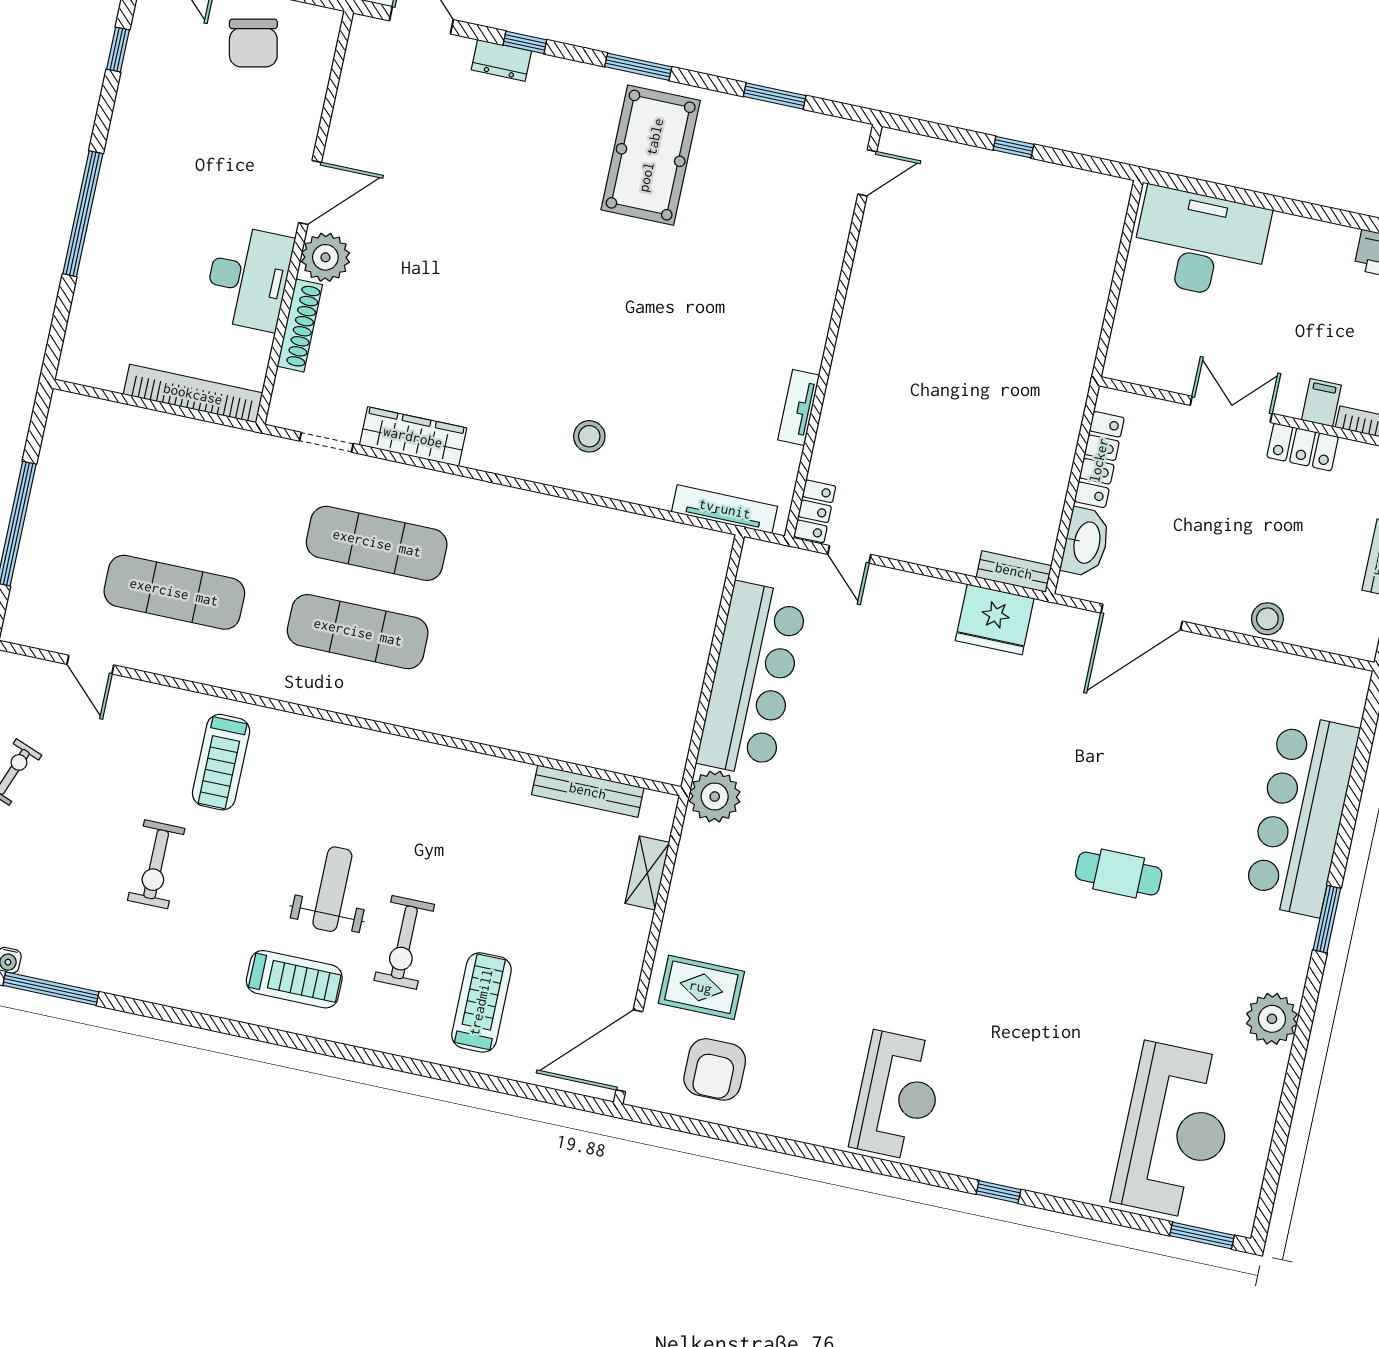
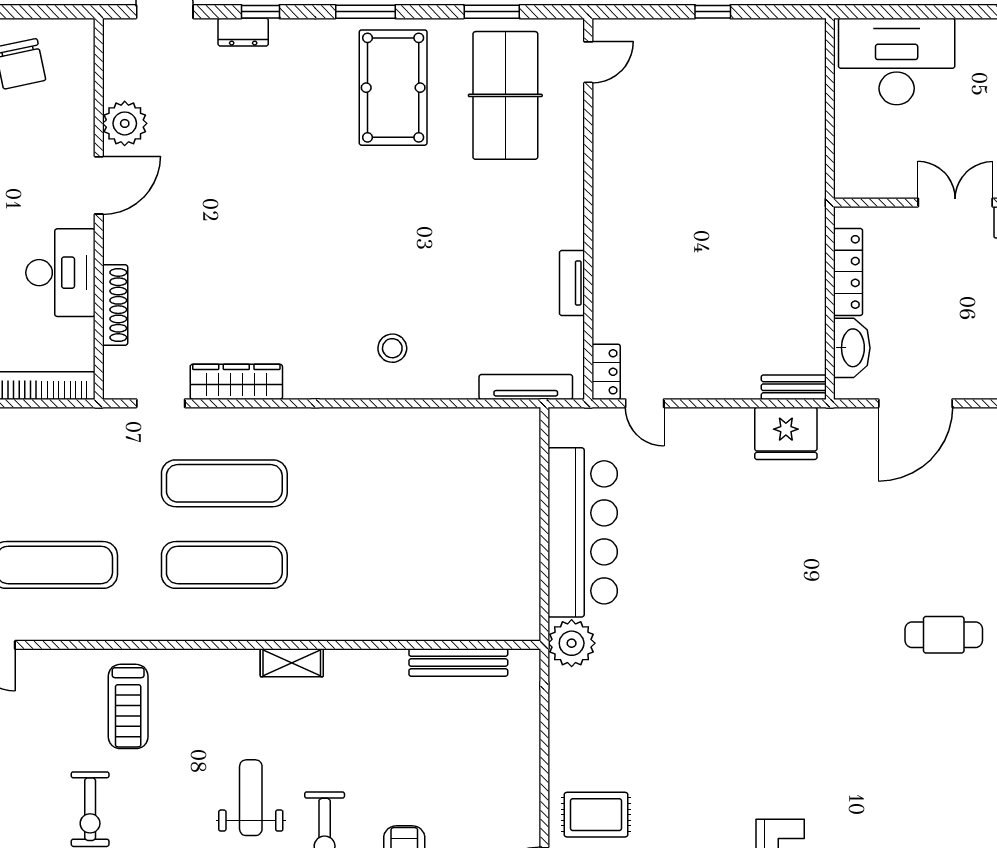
table tennis table: (770, 190) -> (505, 95), added
plant: (325, 257) -> (125, 123), moved
shelving: (647, 873) -> (292, 663), moved, turned 90

